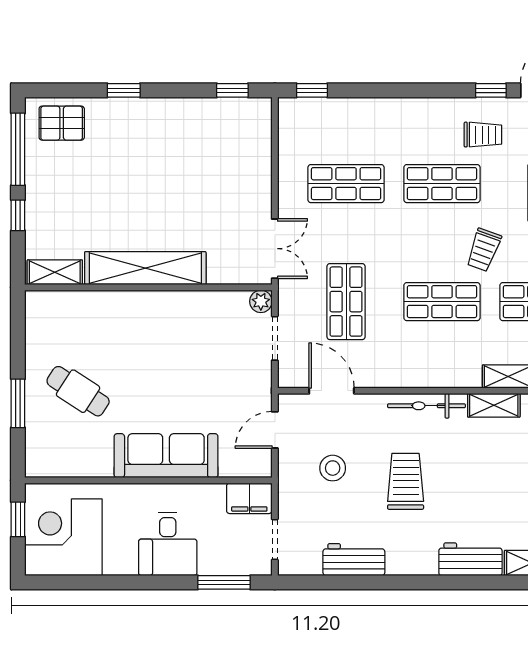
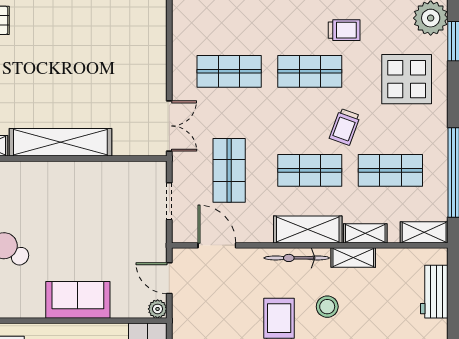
plant: (261, 301) -> (158, 309), moved
shelving: (440, 372) -> (308, 229), added
door: (275, 430) -> (169, 278), hinge flipped
sofa: (166, 456) -> (78, 300), width x0.73
stool: (333, 468) -> (327, 307), moved

